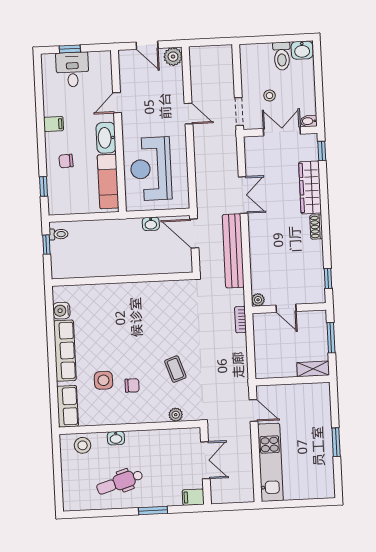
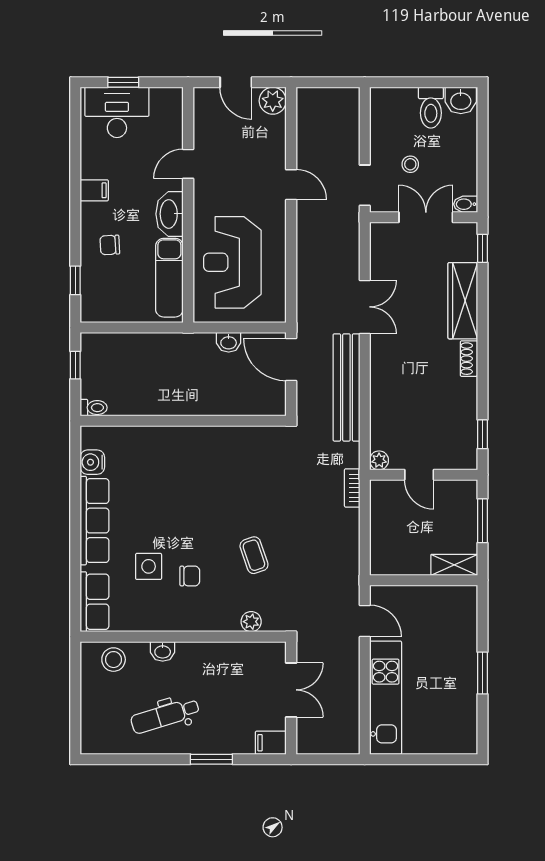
desk: (72, 70) -> (117, 112), width x1.37
toilet: (59, 234) -> (94, 408), moved

